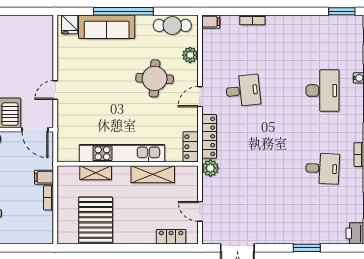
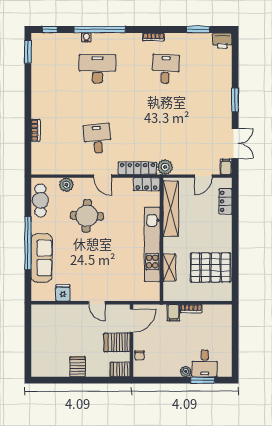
filing cabinet: (211, 22) -> (226, 167), moved
fridge: (70, 24) -> (63, 293), moved, turned -90
shelving: (153, 174) -> (171, 209), width x1.47
window: (307, 248) -> (235, 100), moved

